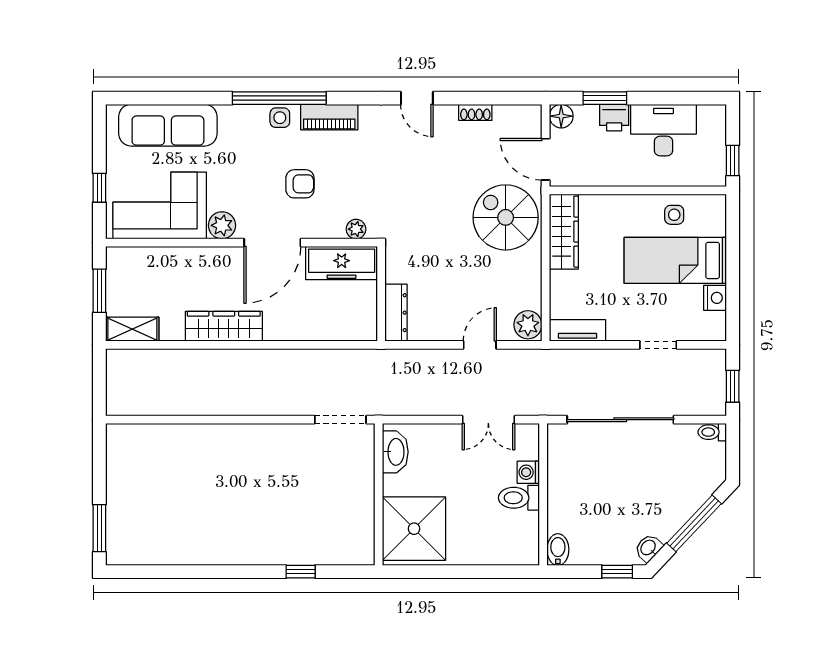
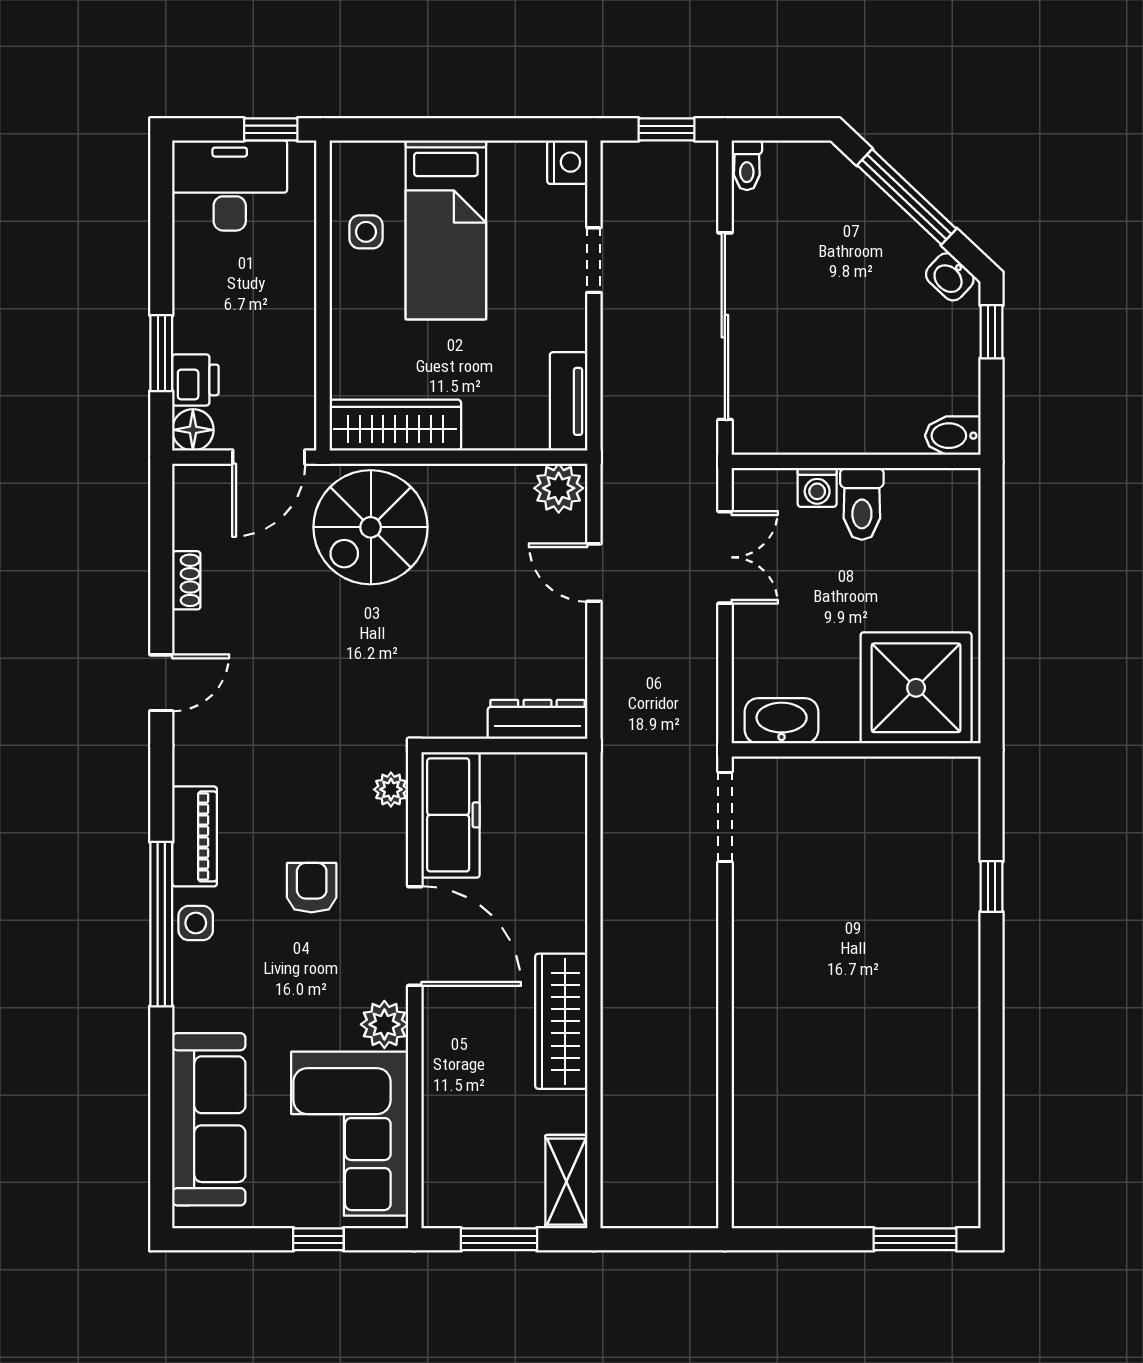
printer: (614, 118) -> (195, 380), moved
desk: (663, 130) -> (230, 185), moved, turned 90
nightstand: (715, 298) -> (567, 162), moved, turned 90

